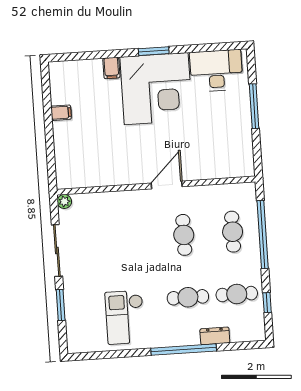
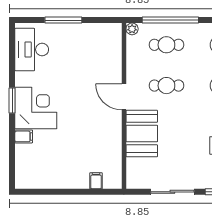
corner desk: (156, 89) -> (36, 108), width x0.74, depth x0.74
filing cabinet: (61, 113) -> (96, 181), moved
plant: (64, 201) -> (132, 29), moved
booth: (124, 209) -> (142, 134), added

